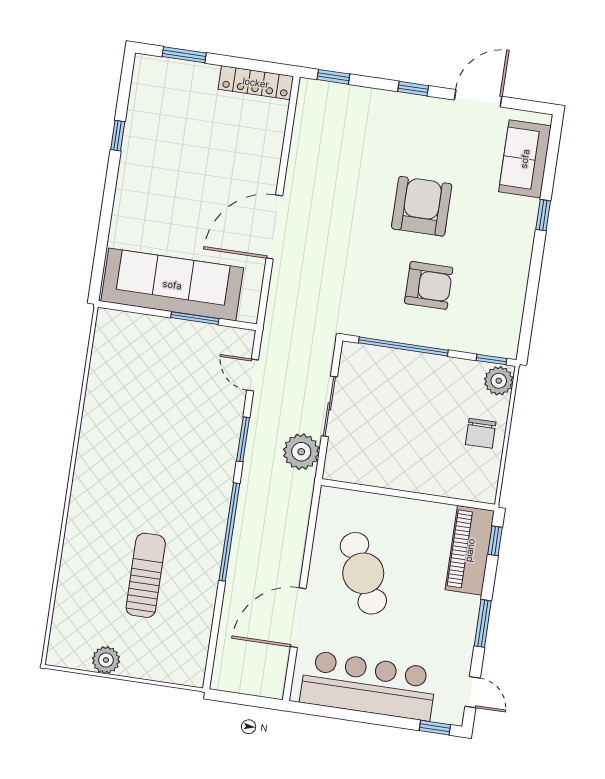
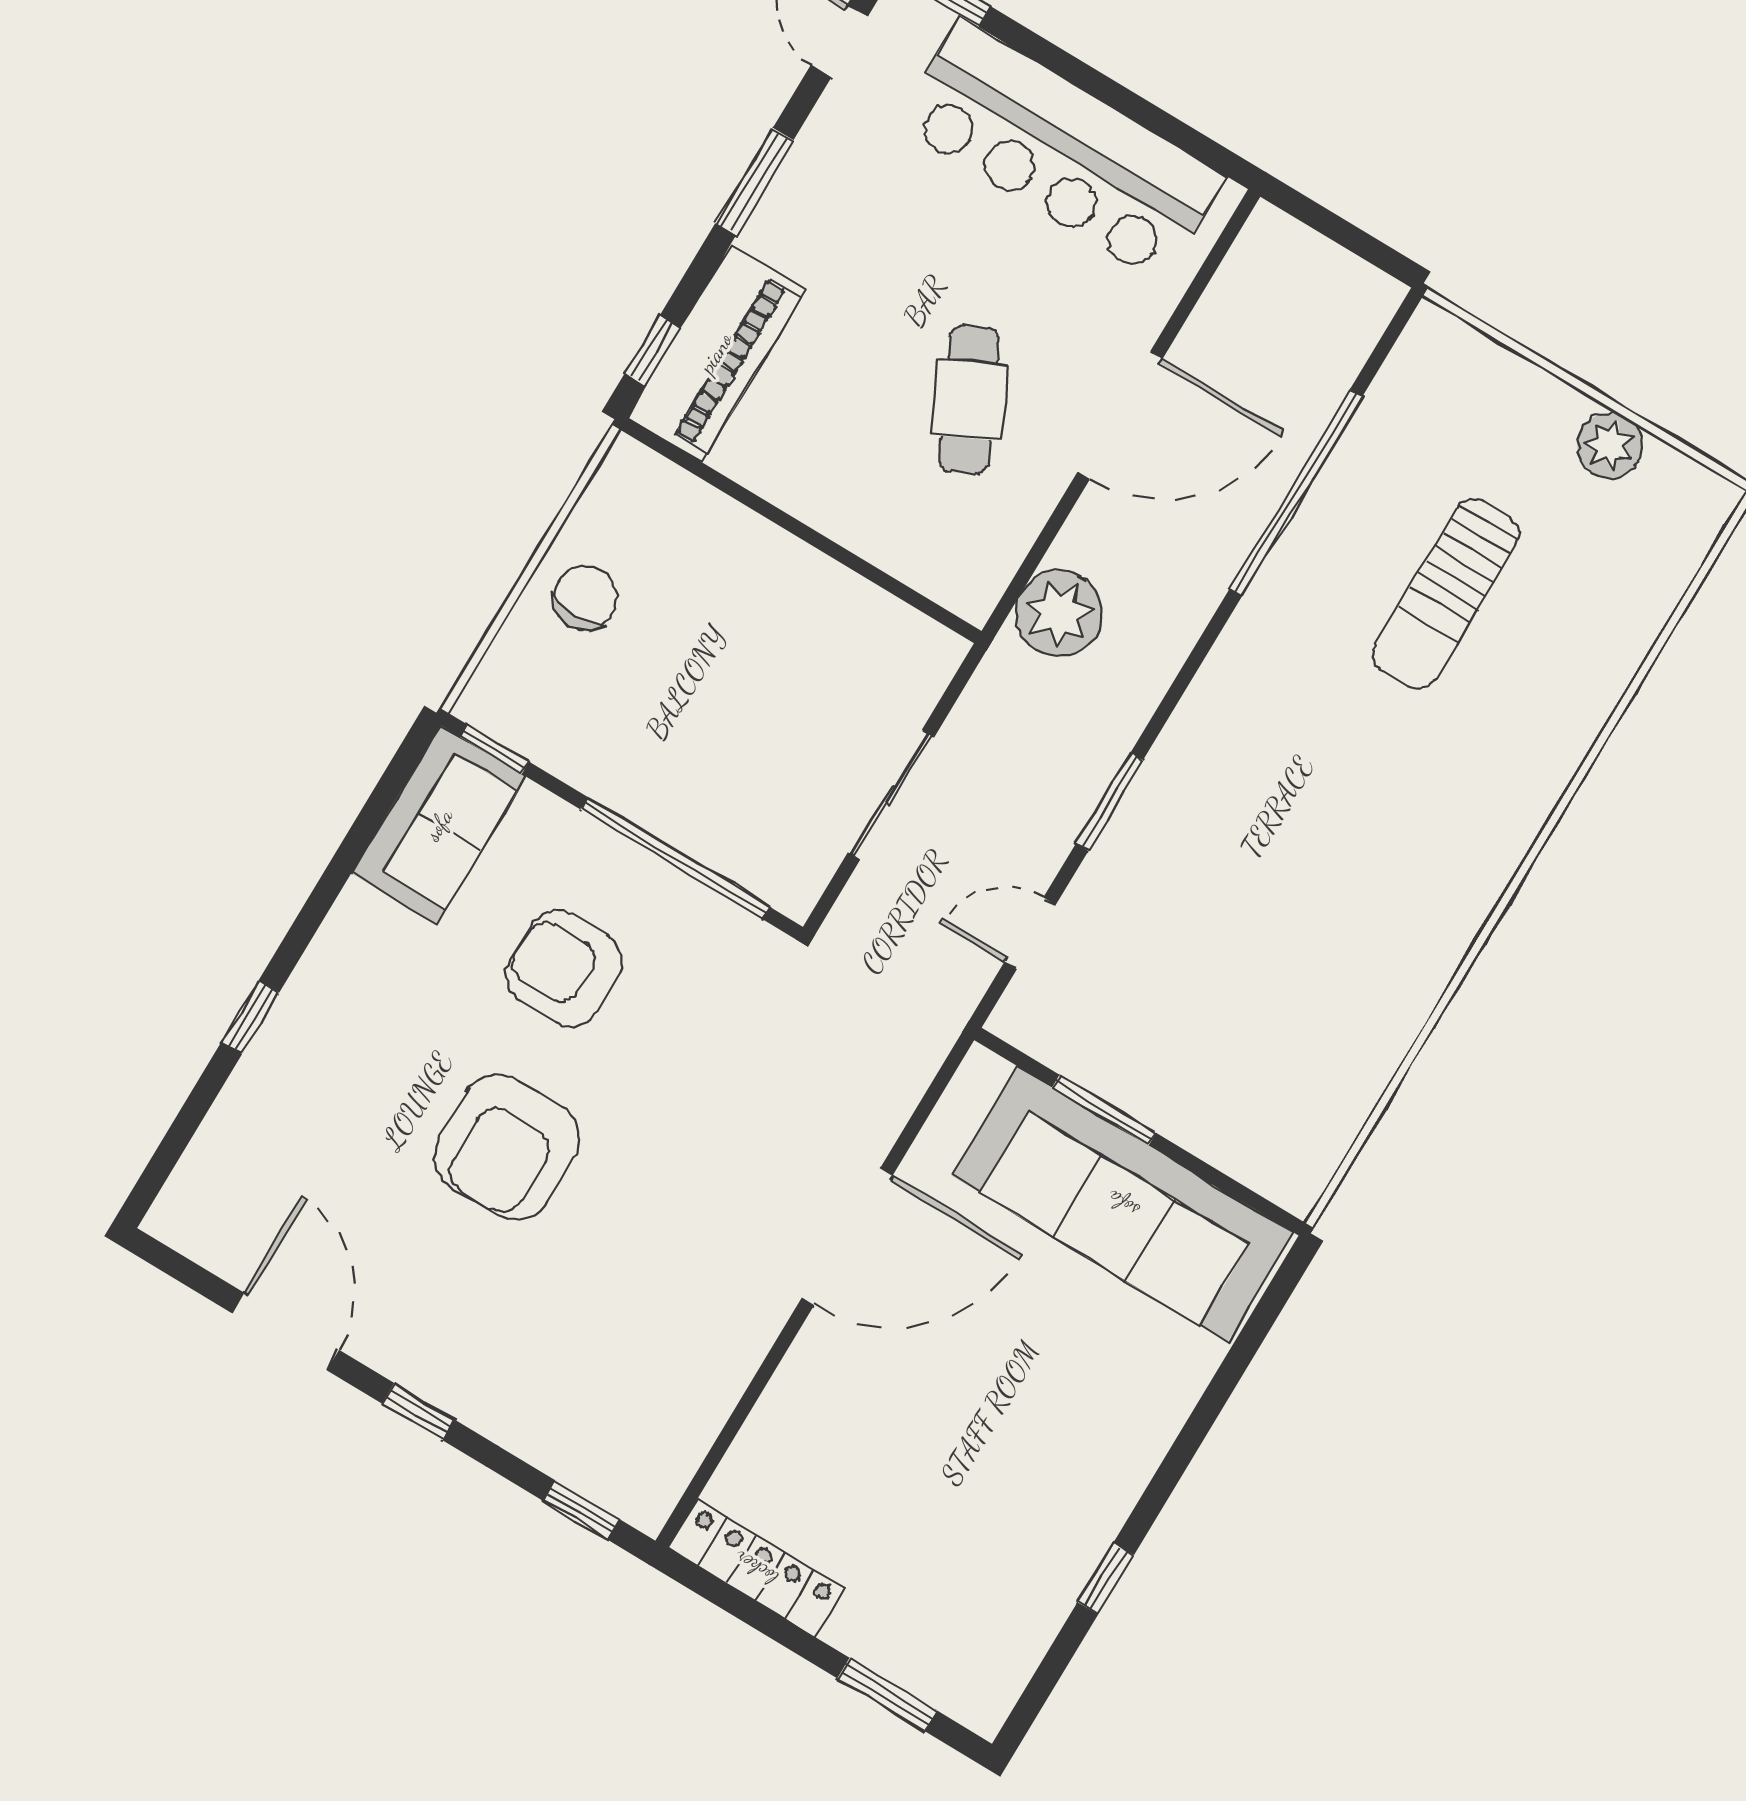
door: (478, 98) -> (285, 1331), swing flipped
sofa: (525, 159) -> (439, 825), moved
door: (252, 375) -> (1030, 933), swing flipped
plant: (499, 381) -> (498, 696), removed
plant: (301, 452) -> (1059, 613), moved
window: (229, 532) -> (1296, 493), moved
cafe table: (363, 573) -> (969, 400), width x0.73, depth x0.74
door: (298, 618) -> (1120, 415), moved

